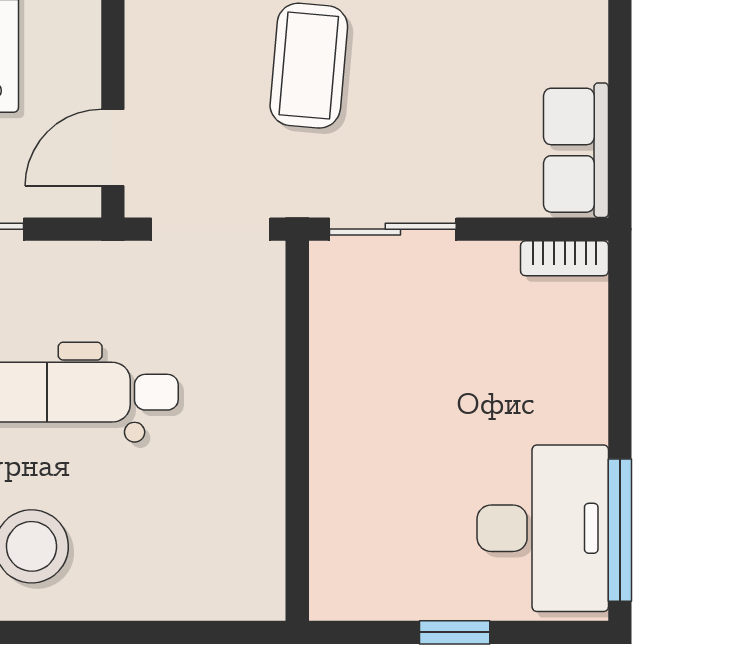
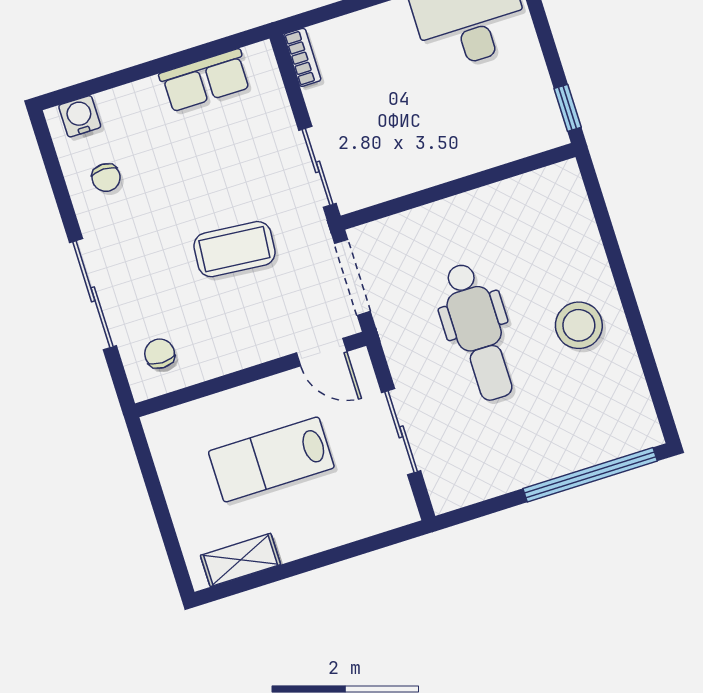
row of seats: (576, 150) -> (205, 80), moved
window: (455, 632) -> (568, 108), moved

